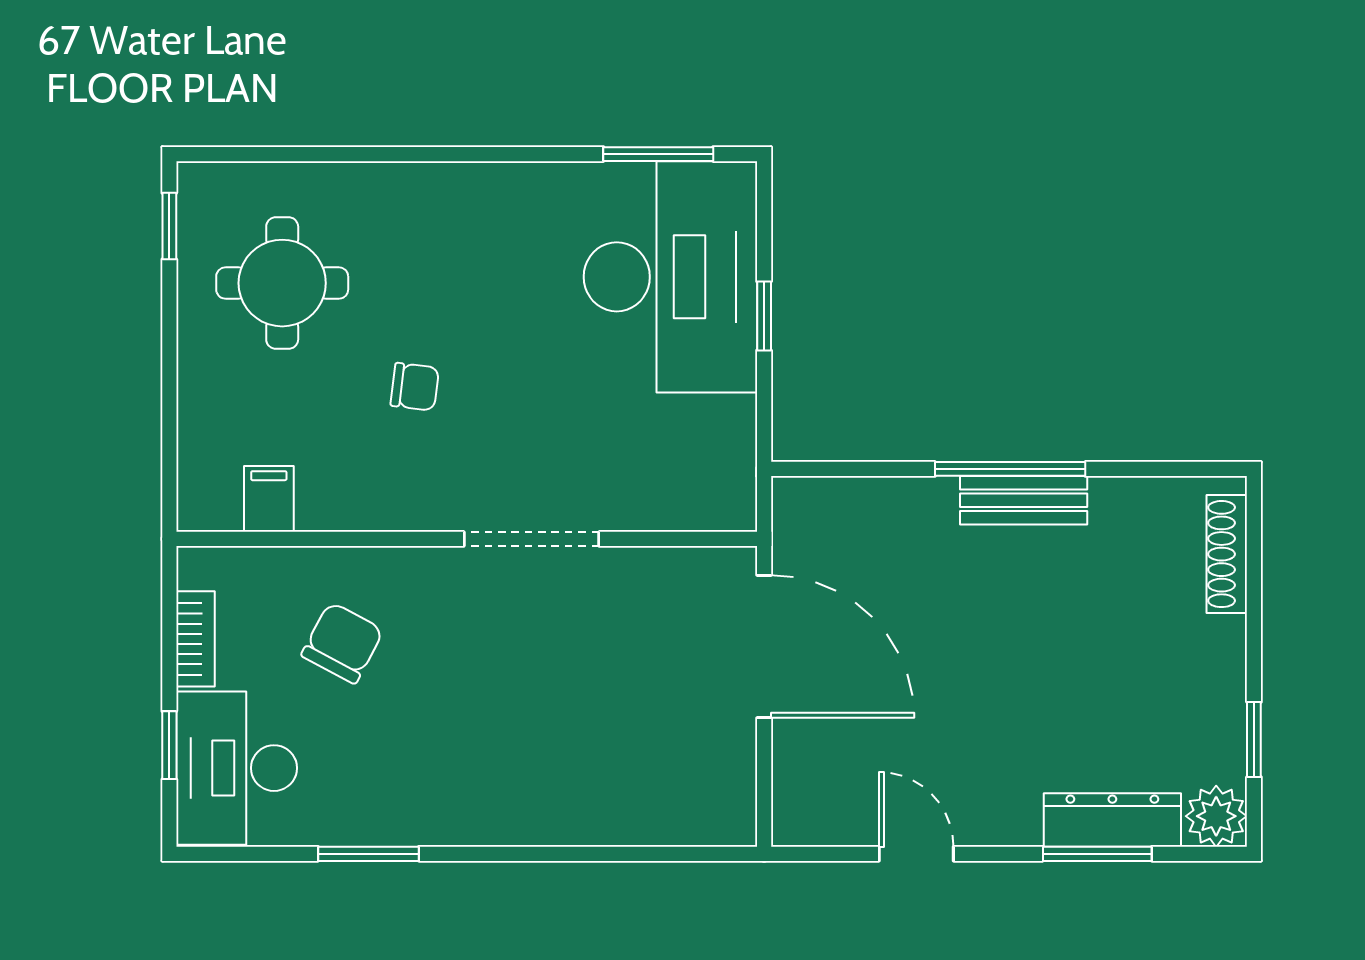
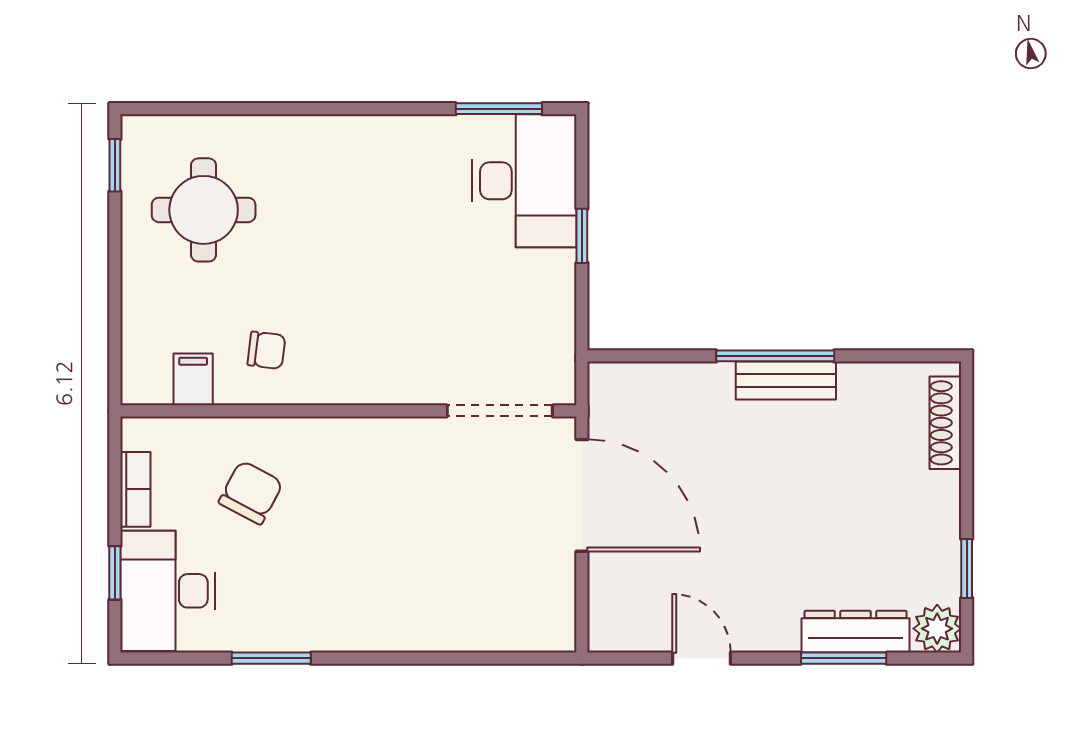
desk: (670, 277) -> (524, 181), width x0.73, depth x0.77
chair: (415, 387) -> (266, 350), moved
doorway: (531, 539) -> (500, 411), moved

